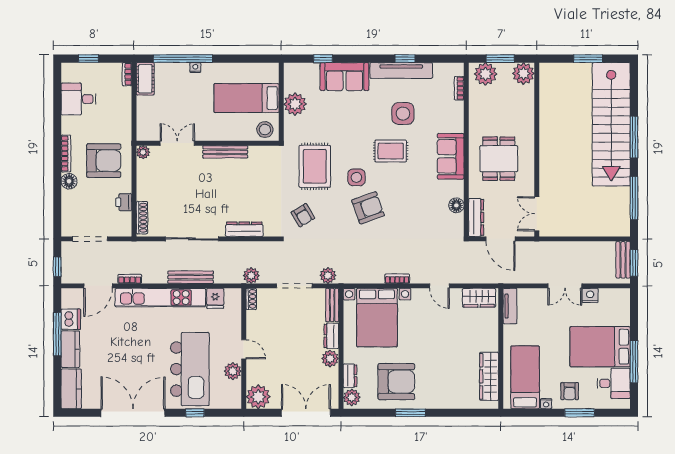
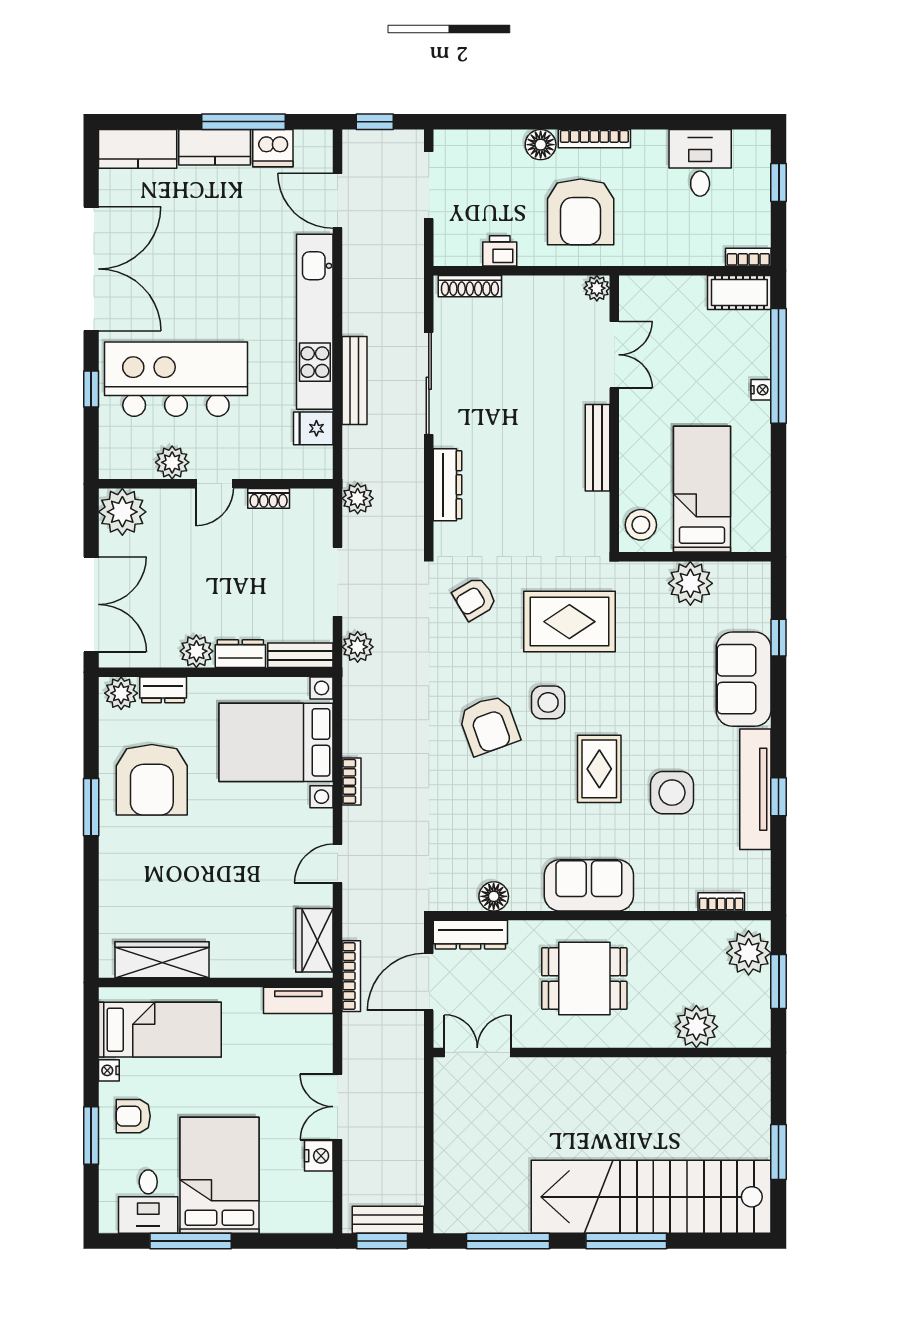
plant: (523, 74) -> (696, 1027), moved
bookcase: (130, 279) -> (351, 976), moved, width x1.56
shoe rack: (251, 299) -> (269, 498), moved
kitchen island: (190, 369) -> (176, 379), turned 180

